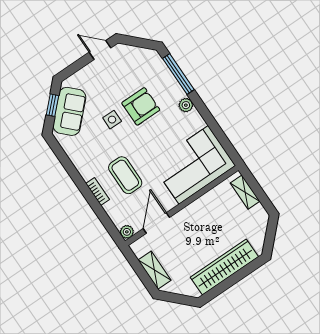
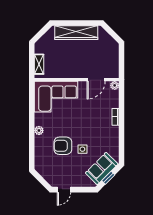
door: (100, 50) -> (64, 190), hinge flipped
window: (178, 74) -> (32, 149), removed
coffee table: (125, 175) -> (95, 116), removed
shelving: (154, 270) -> (114, 56), removed

